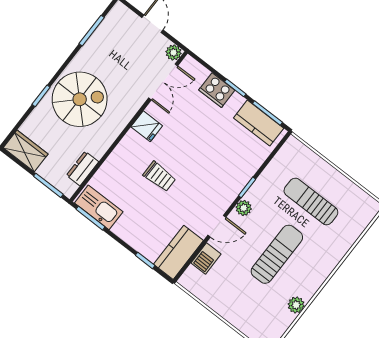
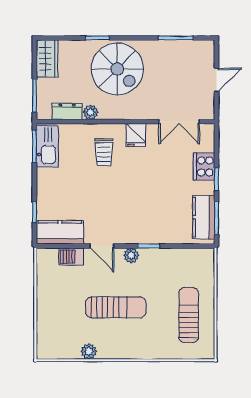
plant: (174, 53) -> (91, 112), moved
trolley: (159, 177) -> (104, 152), moved
sun lounger: (311, 201) -> (189, 315), moved

